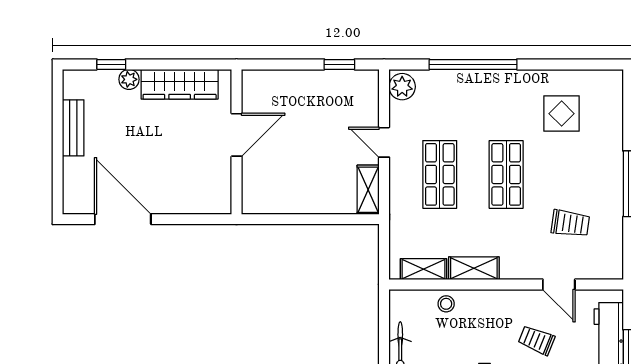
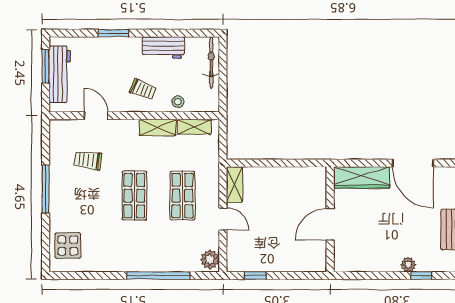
wardrobe: (180, 84) -> (362, 177), moved, turned 180
display table: (562, 114) -> (68, 246), moved
trolley: (536, 340) -> (143, 89), moved

